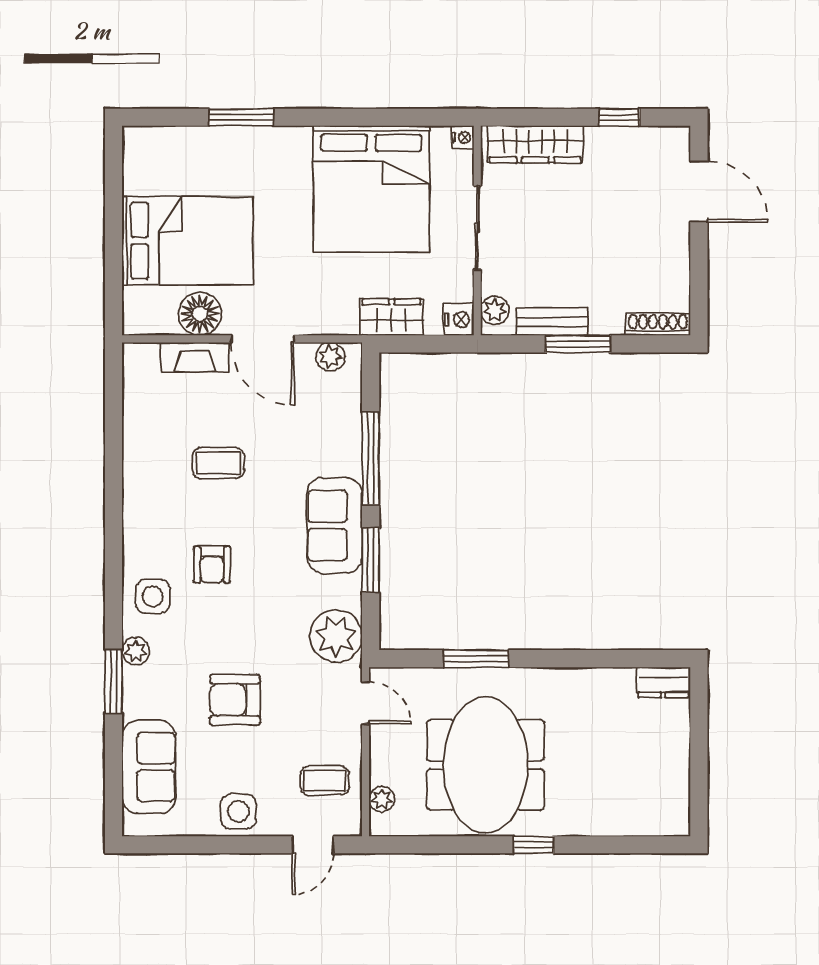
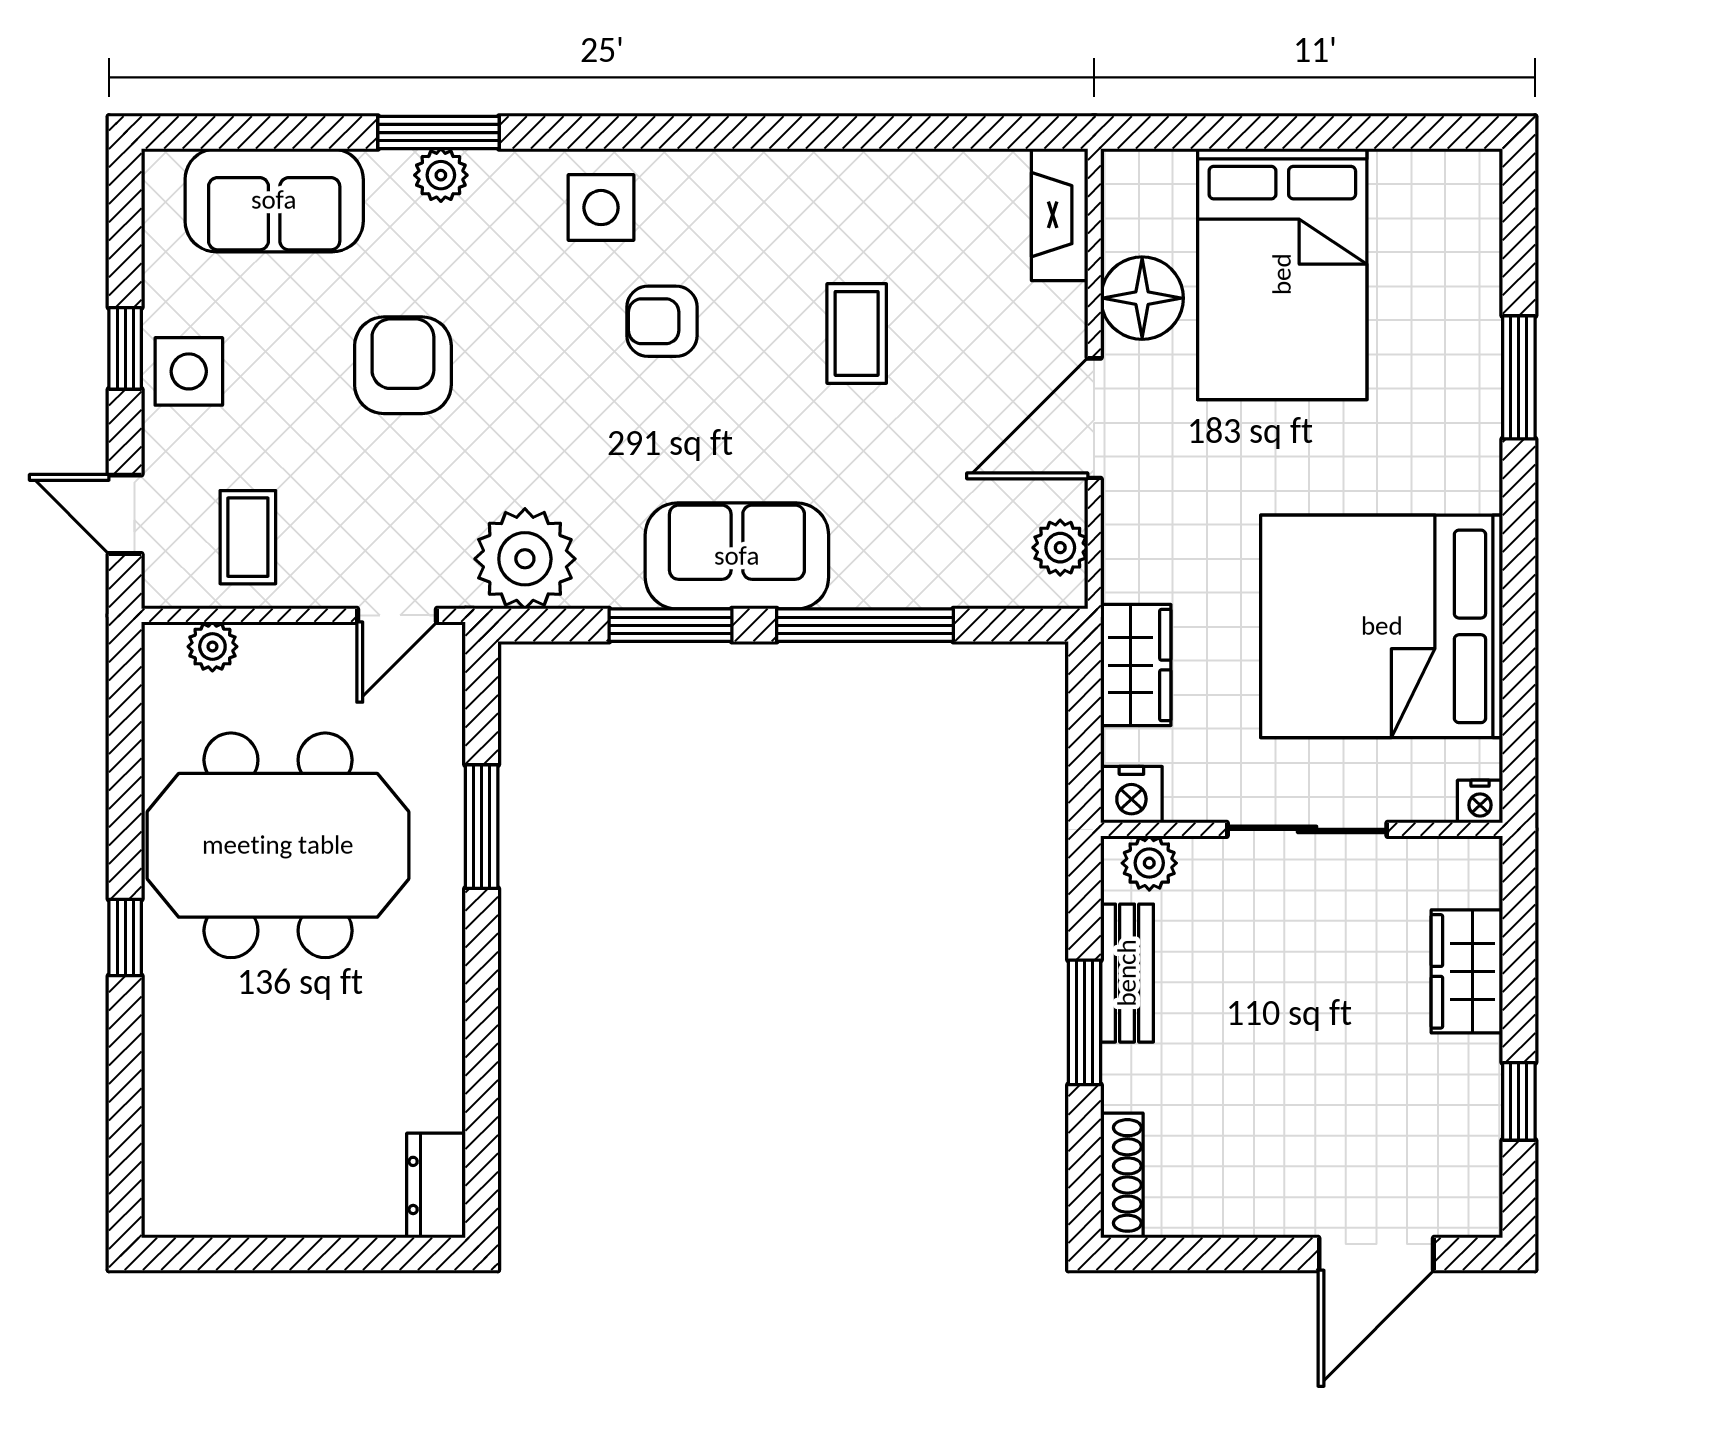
wardrobe: (535, 144) -> (1467, 971), width x0.67
fireplace: (195, 357) -> (1060, 215), moved
plant: (136, 651) -> (441, 175), moved
window: (226, 845) -> (125, 348), added

